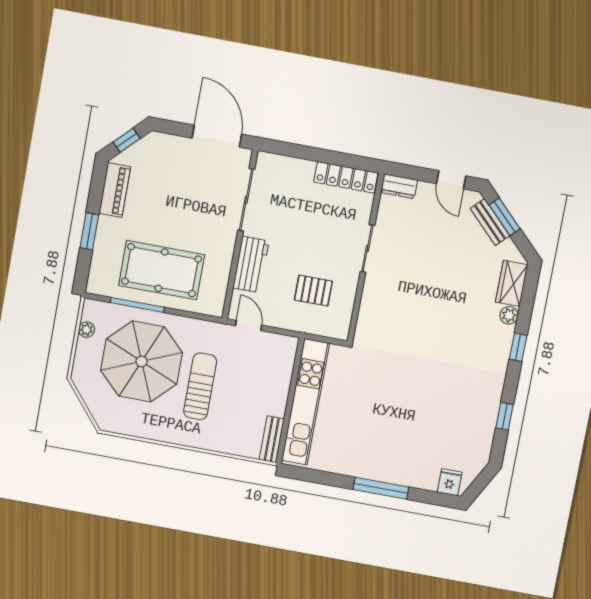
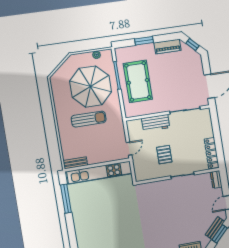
pallet: (313, 291) -> (164, 155), moved
door: (249, 325) -> (129, 149), moved
window: (381, 488) -> (66, 199), moved

